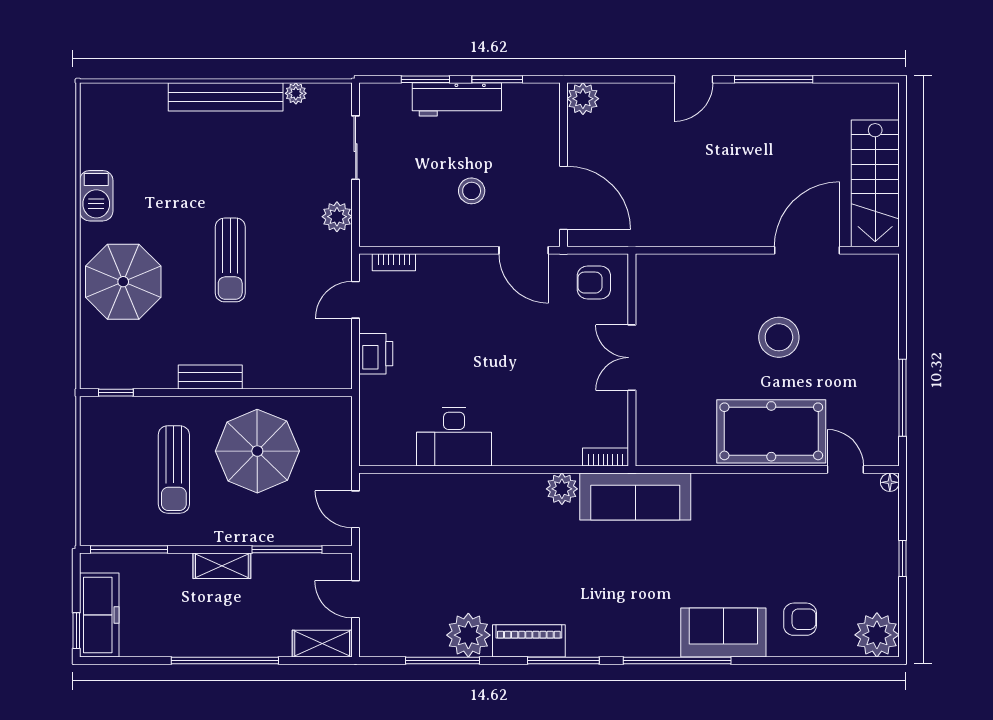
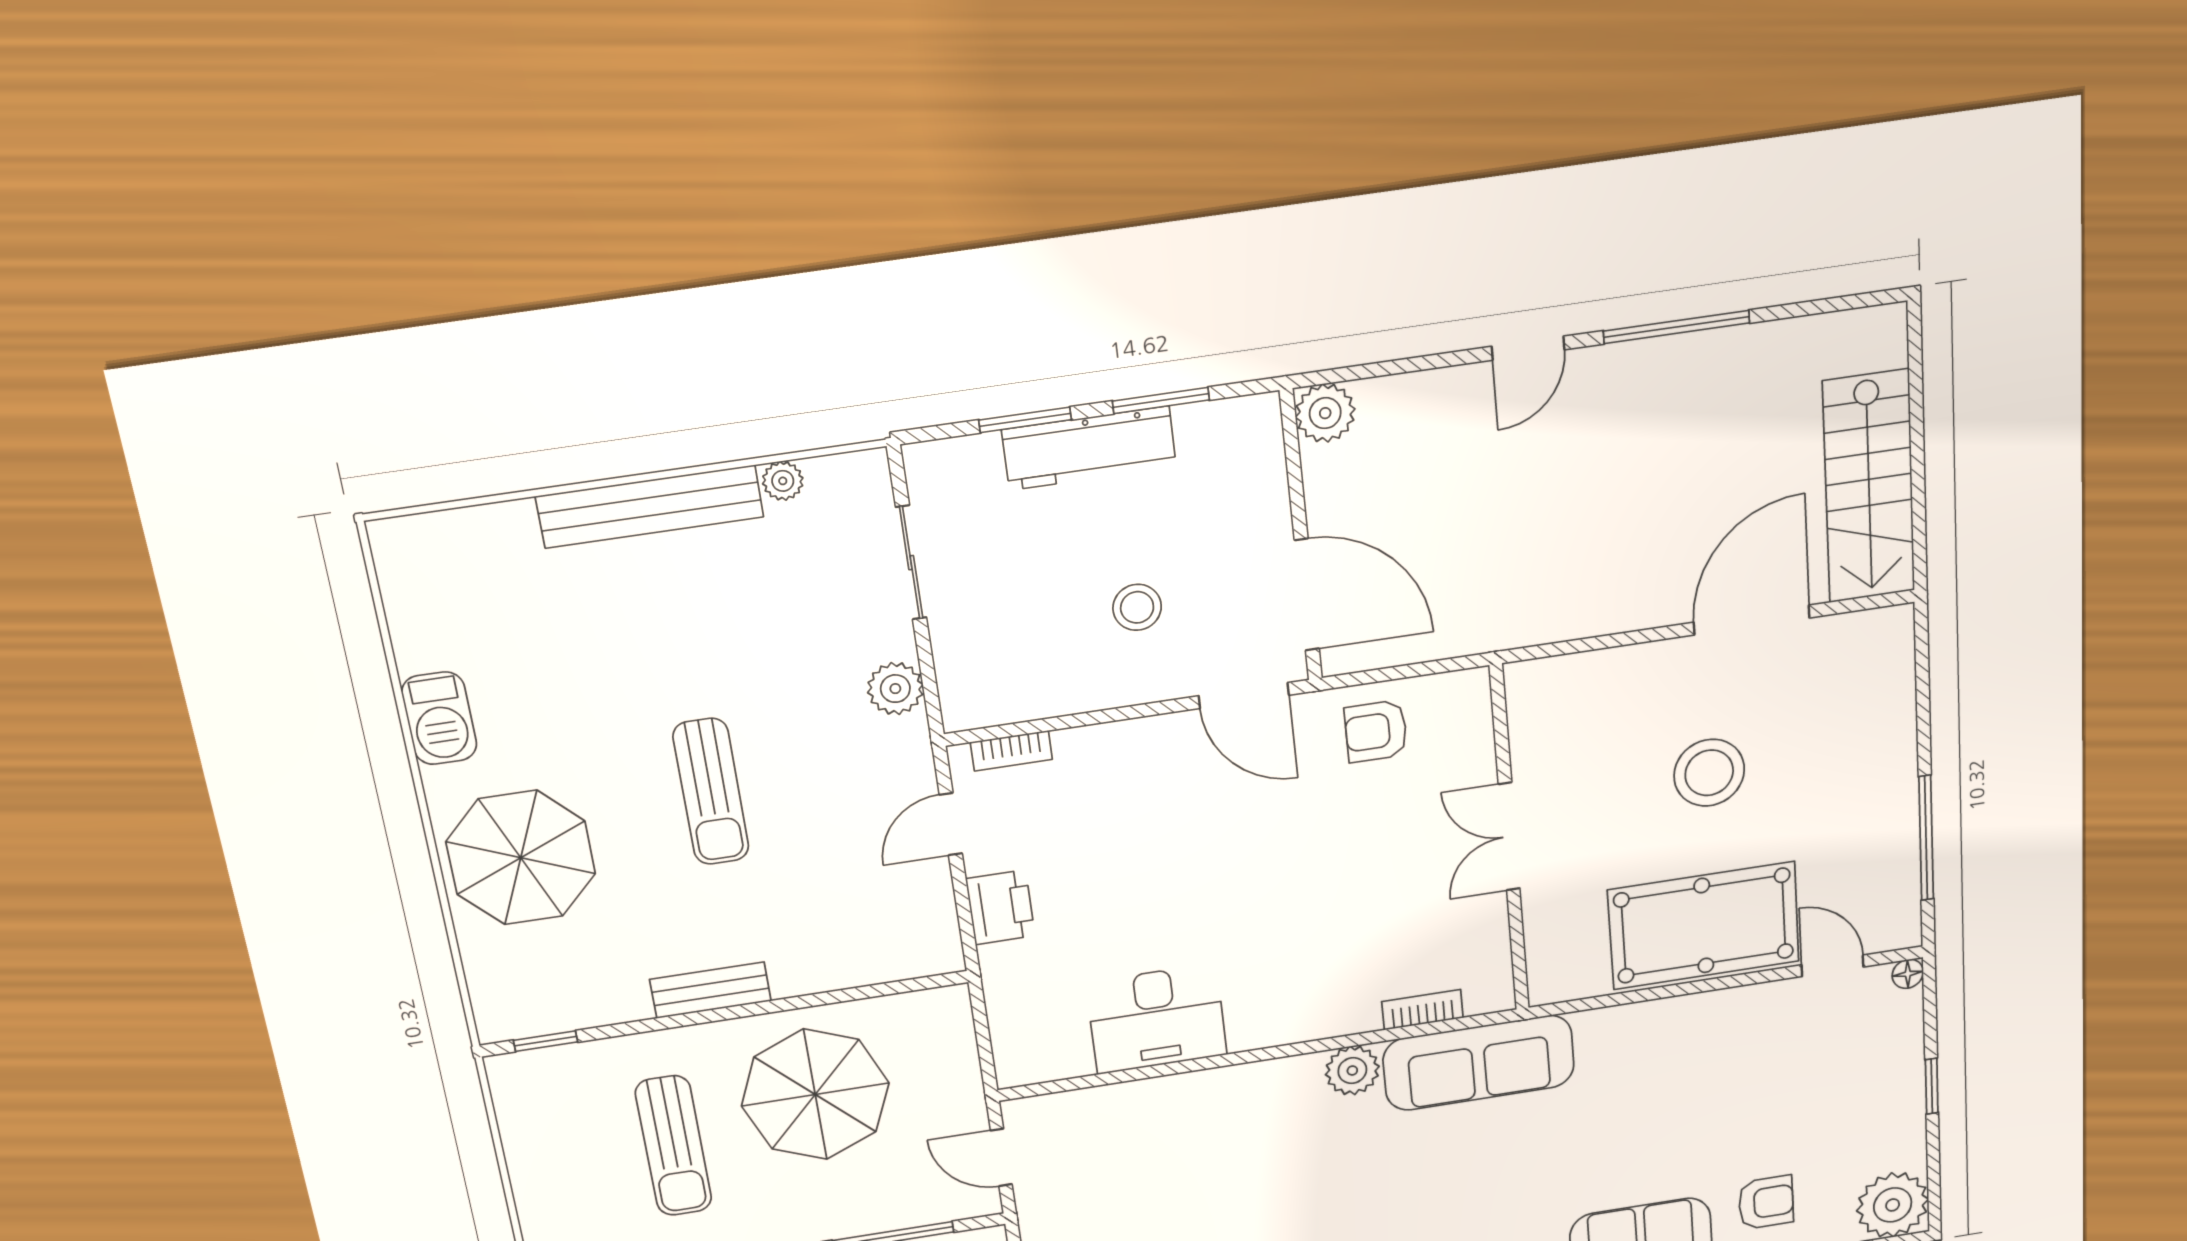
double door: (632, 358) -> (1509, 837), moved
wall: (632, 360) -> (1509, 840), moved

